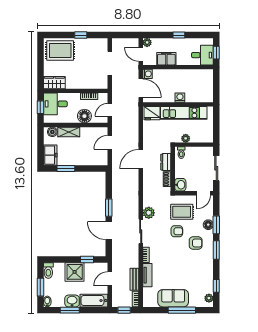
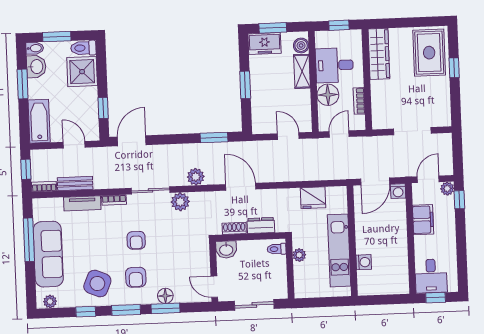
window: (81, 35) -> (454, 68), moved
window: (179, 35) -> (459, 200), moved
wardrobe: (54, 83) -> (379, 54), width x1.50
washing machine: (180, 98) -> (364, 262), moved
desk: (55, 104) -> (334, 65), moved, turned -90
door: (110, 110) -> (339, 134), hinge flipped
fridge: (152, 113) -> (313, 198), moved, turned -90
window: (40, 149) -> (273, 28), added
door: (141, 159) -> (241, 187), moved
window: (66, 168) -> (245, 85), moved
plant: (133, 202) -> (196, 177), added
window: (109, 208) -> (214, 137), moved
rug: (182, 212) -> (184, 253), removed
door: (109, 231) -> (132, 141), moved
armchair: (177, 231) -> (136, 240), moved
side table: (199, 268) -> (97, 284), added
shower: (75, 272) -> (82, 72), moved
window: (216, 286) -> (86, 312), moved
sofa: (173, 298) -> (48, 254), width x1.36
washbasin: (72, 301) -> (36, 67), moved
window: (182, 310) -> (29, 240), moved

